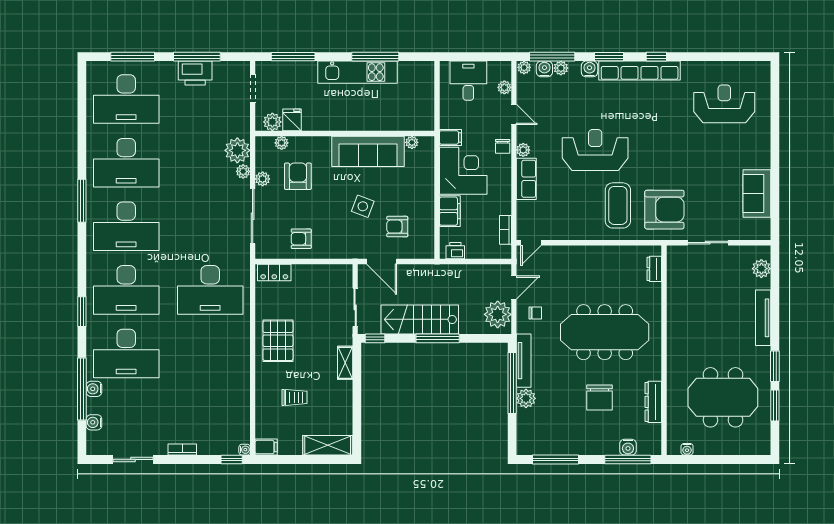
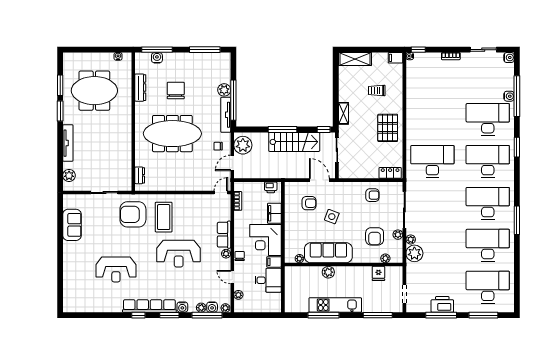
desk: (468, 81) -> (268, 280), moved, turned -90
reception desk: (724, 104) -> (116, 270), moved
plant: (272, 122) -> (328, 272), moved
water cooler: (94, 422) -> (509, 58), moved

